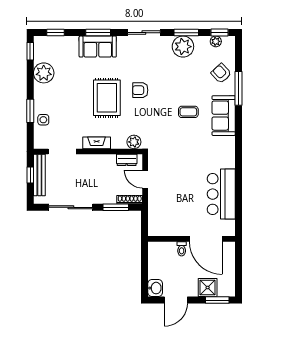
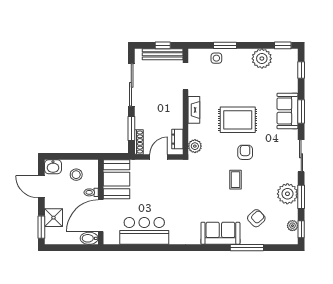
armchair: (221, 73) -> (256, 218), moved
coffee table: (188, 112) -> (235, 180), moved
booth: (168, 223) -> (116, 179), added
bidet: (229, 251) -> (89, 238), added
stool: (163, 264) -> (76, 175), added

